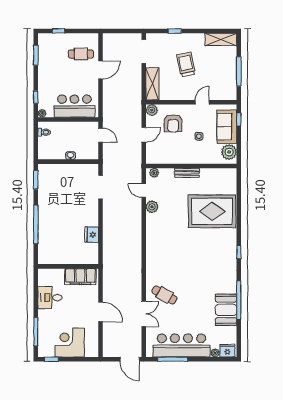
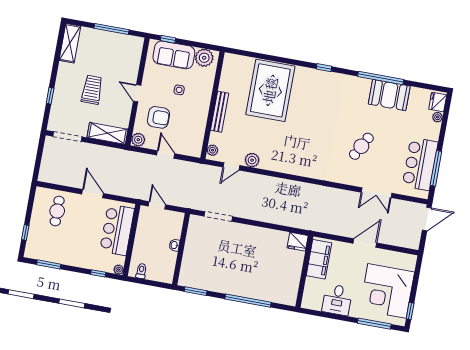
trolley: (186, 65) -> (92, 90), turned 102
door: (101, 70) -> (93, 194), moved
door: (202, 102) -> (137, 93), moved
door: (101, 135) -> (157, 205), hinge flipped
bench: (187, 173) -> (220, 112), width x1.36
fridge: (92, 235) -> (298, 242), moved
cafe table: (165, 295) -> (361, 146), moved
double door: (144, 314) -> (377, 193), swing flipped
corner desk: (70, 343) -> (387, 291), width x1.36, depth x1.36
bar counter: (181, 345) -> (420, 164), width x0.73

